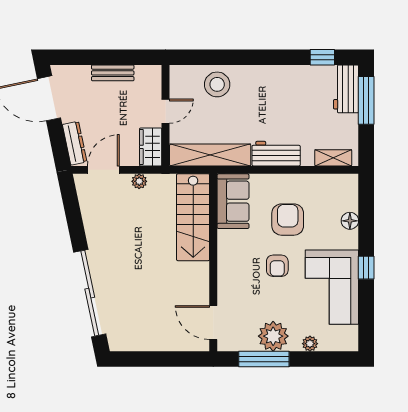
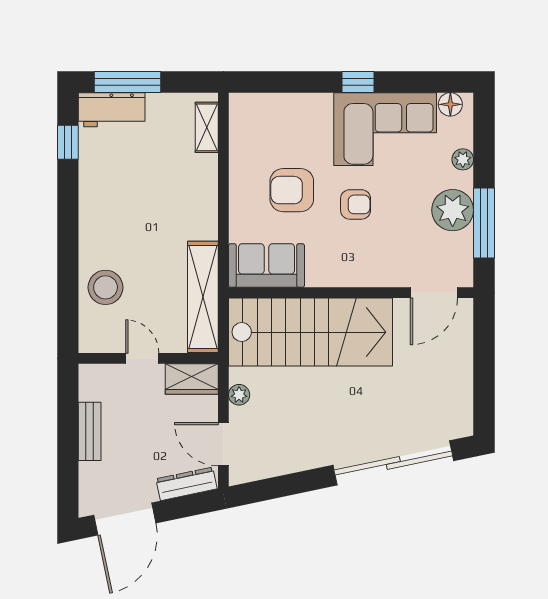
workbench: (276, 154) -> (201, 206), removed
stairs: (193, 217) -> (310, 332), width x1.36, depth x1.51
floor lamp: (350, 221) -> (450, 104), moved

